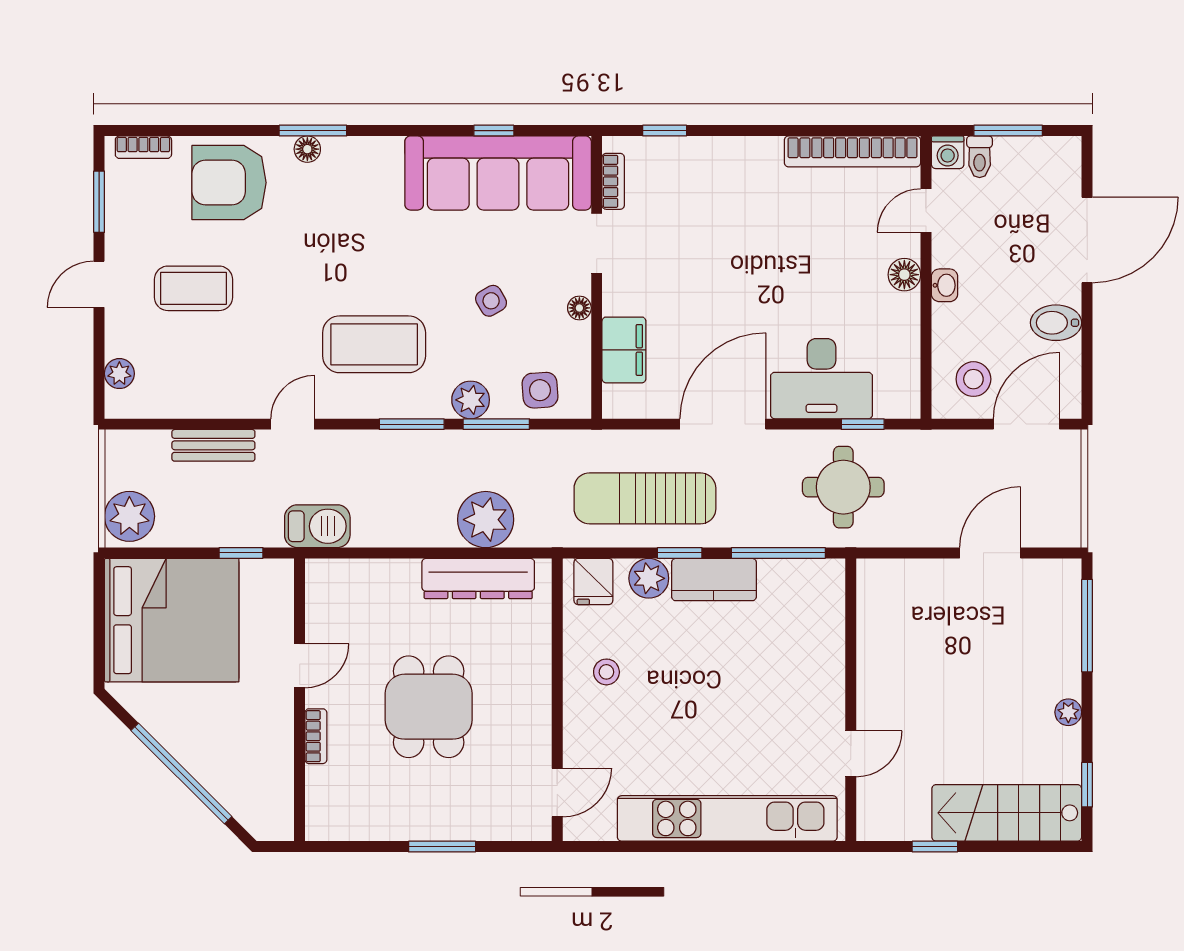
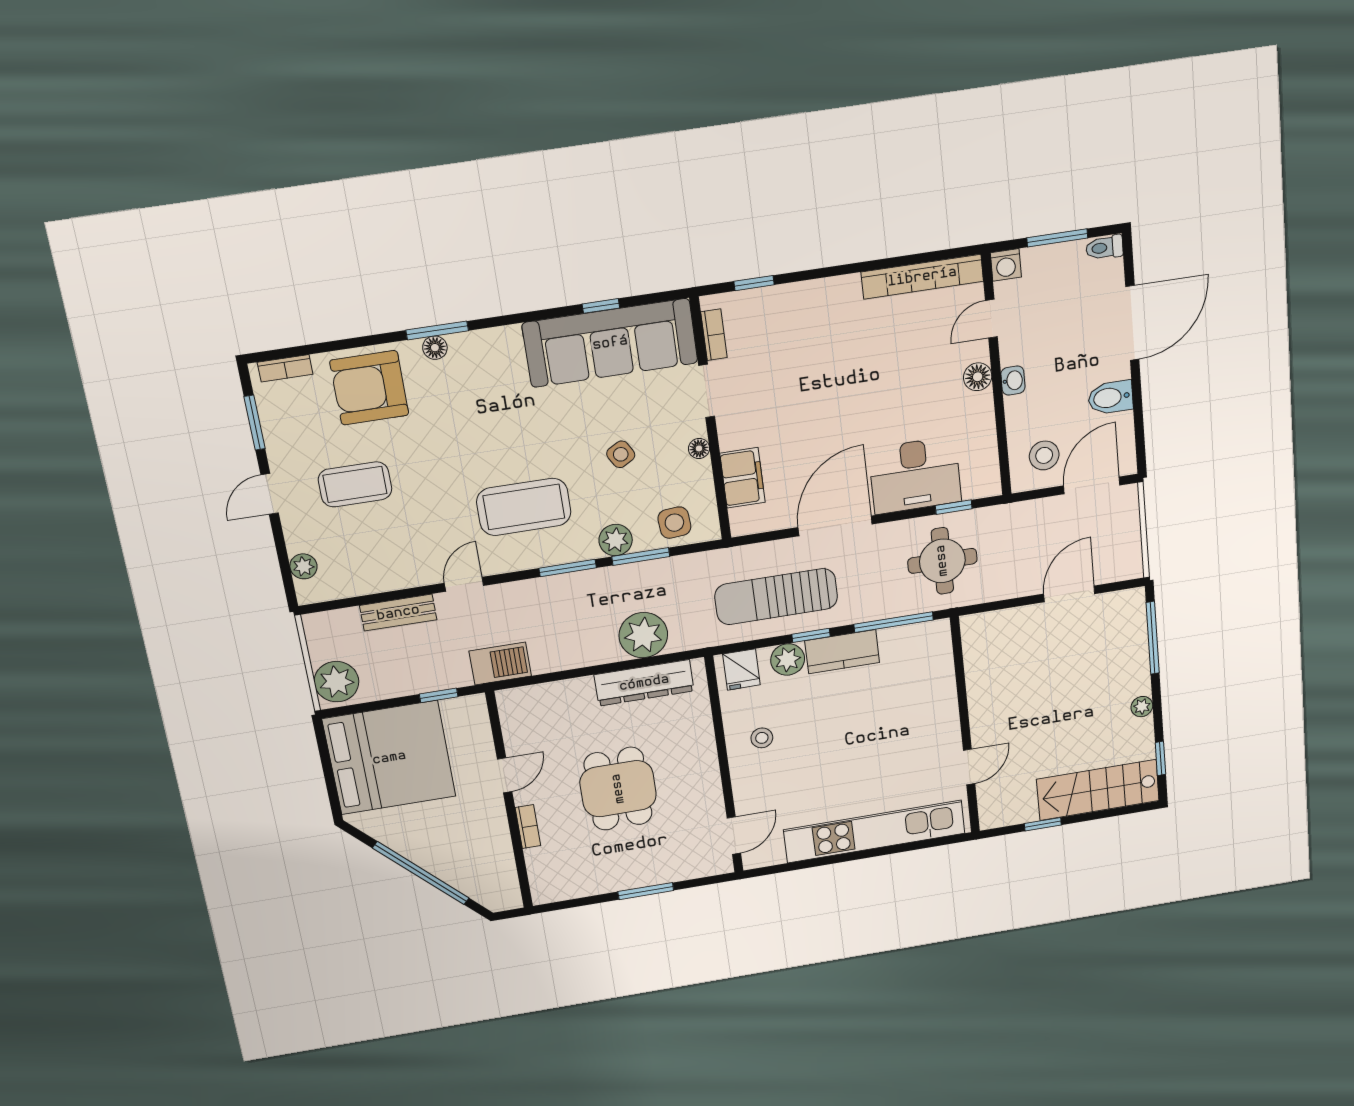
toilet: (980, 157) -> (1104, 248), moved, turned 90

